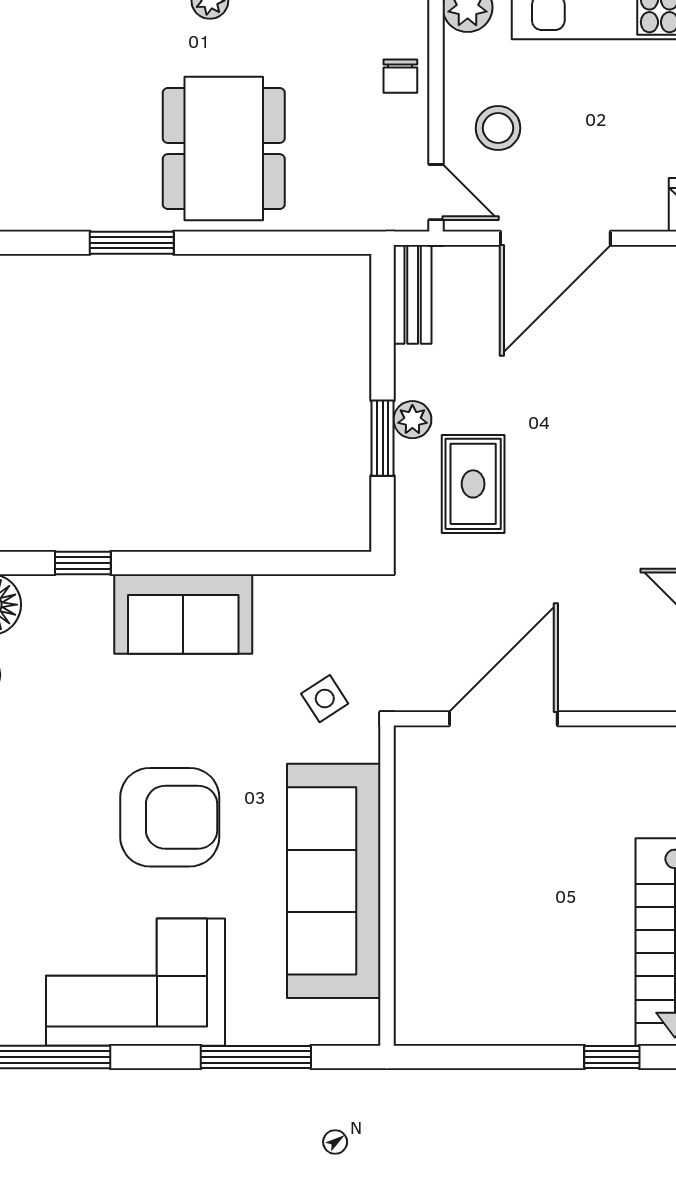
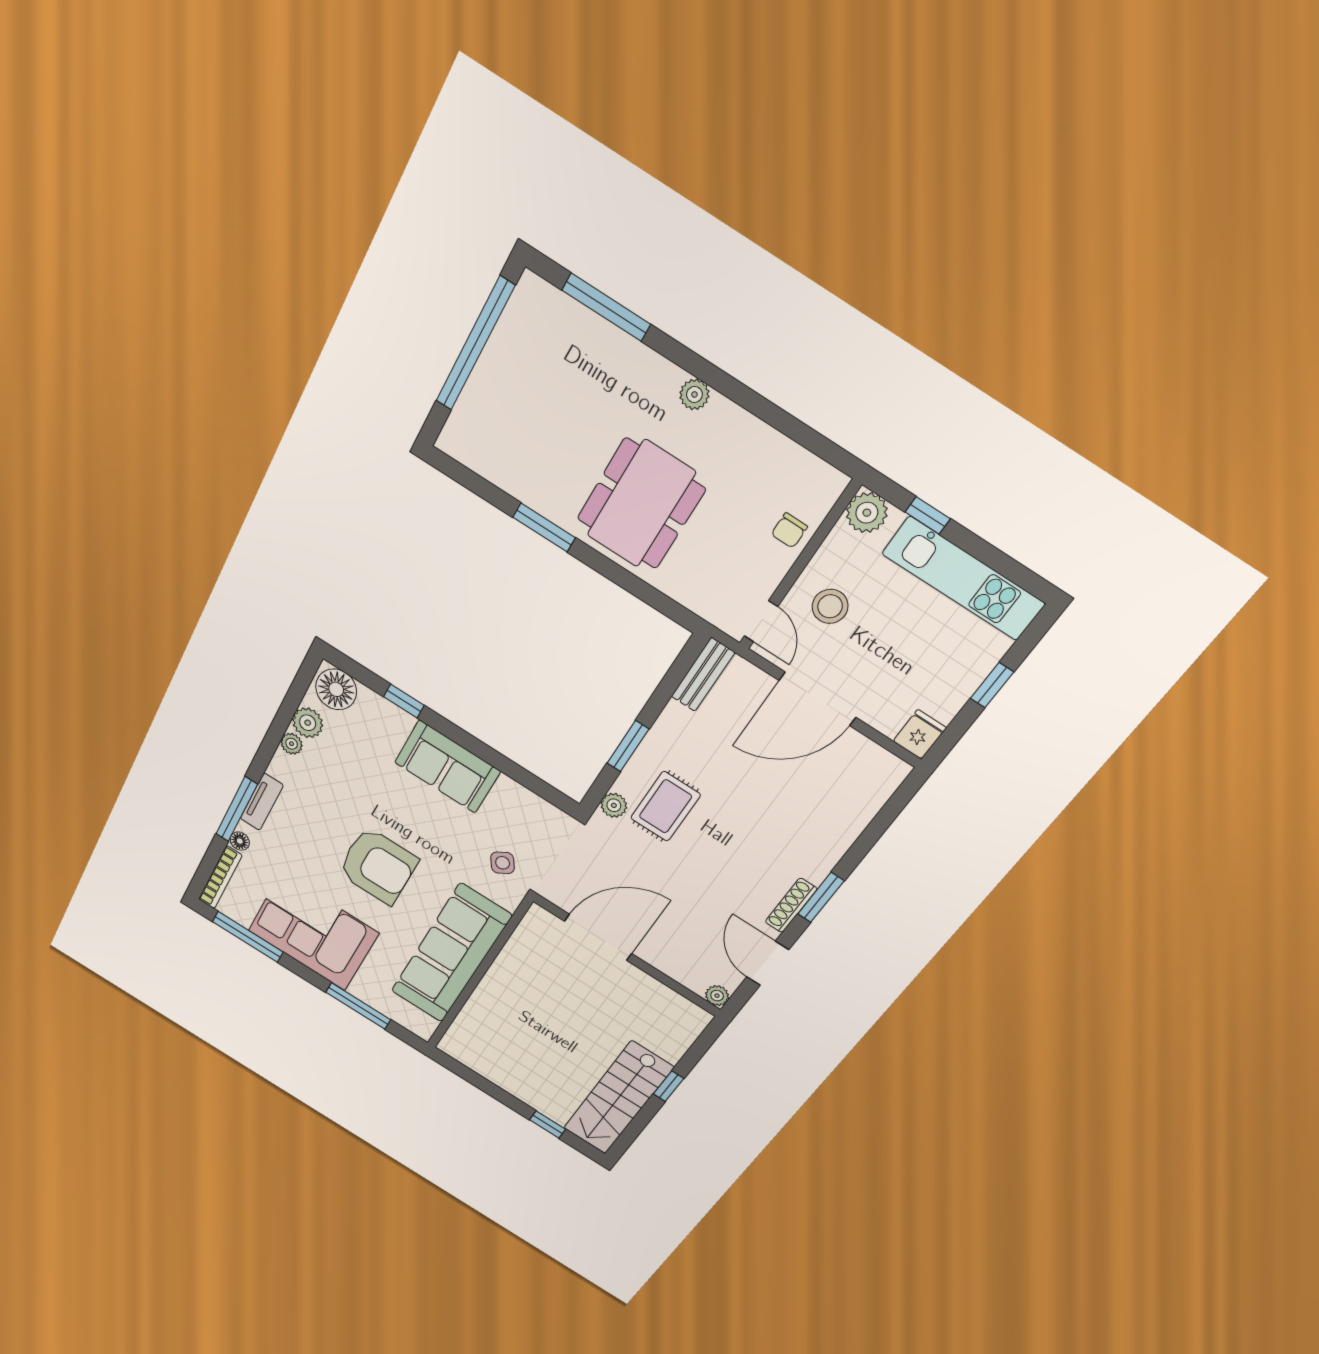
plant: (412, 420) -> (614, 805), moved

